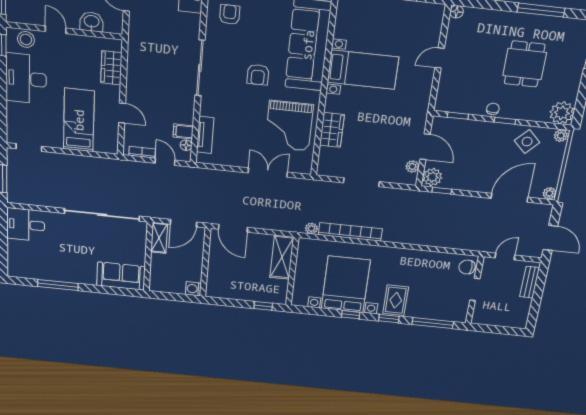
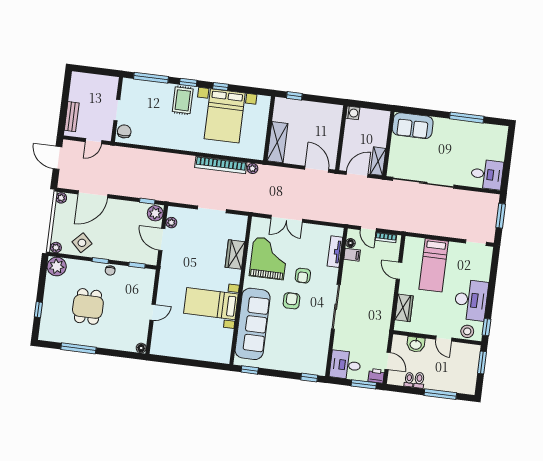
armchair: (230, 14) -> (303, 276), moved
chair: (467, 267) -> (124, 131), turned -90

